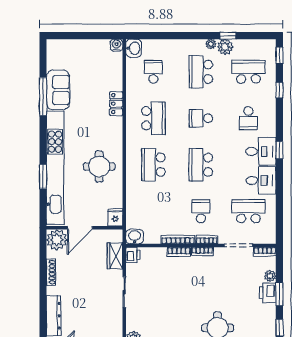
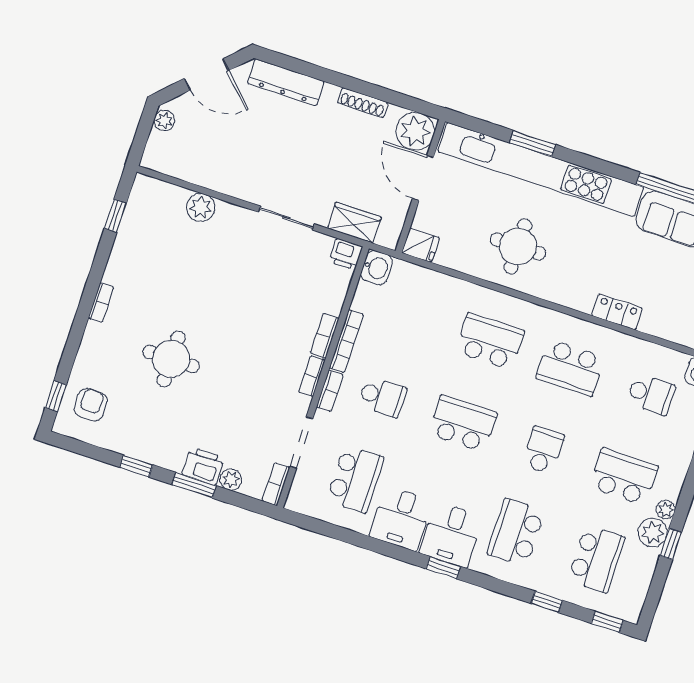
school desk: (248, 118) -> (516, 532), width x1.85

